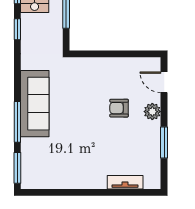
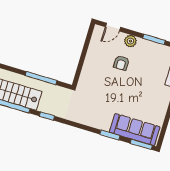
sofa: (35, 104) -> (135, 130), moved
window: (17, 122) -> (110, 135), width x0.69

